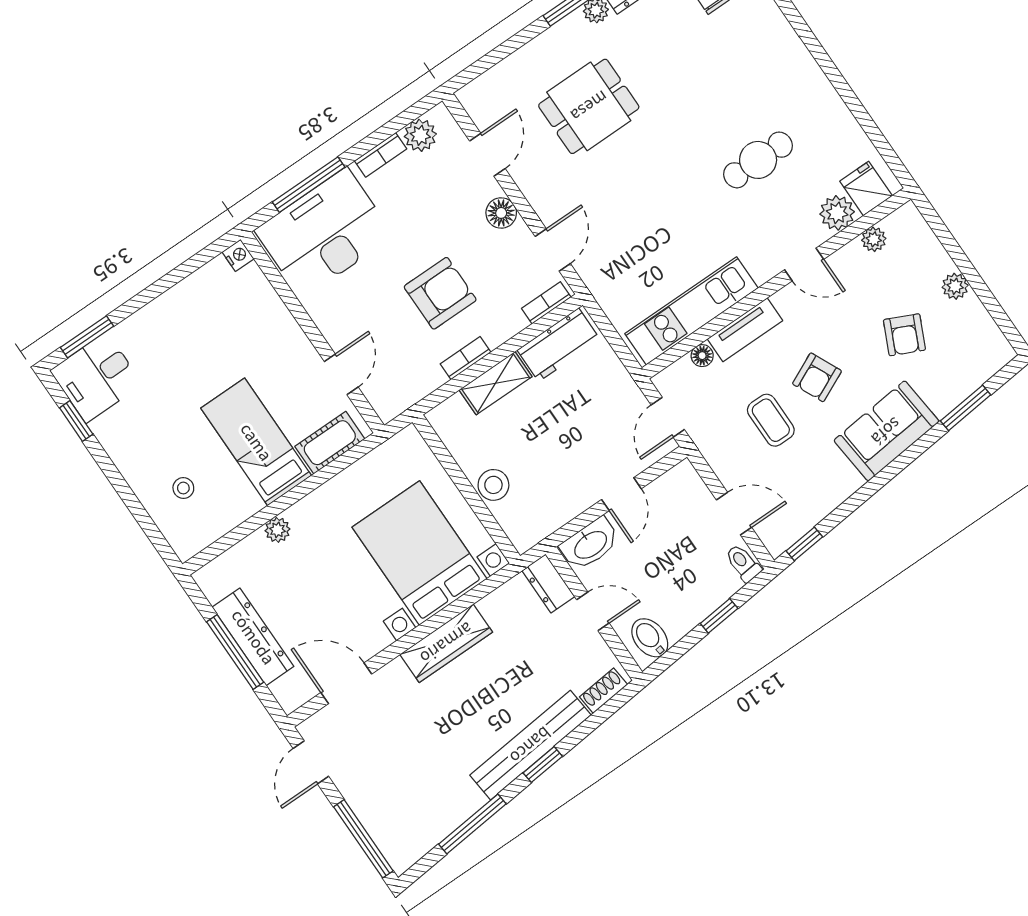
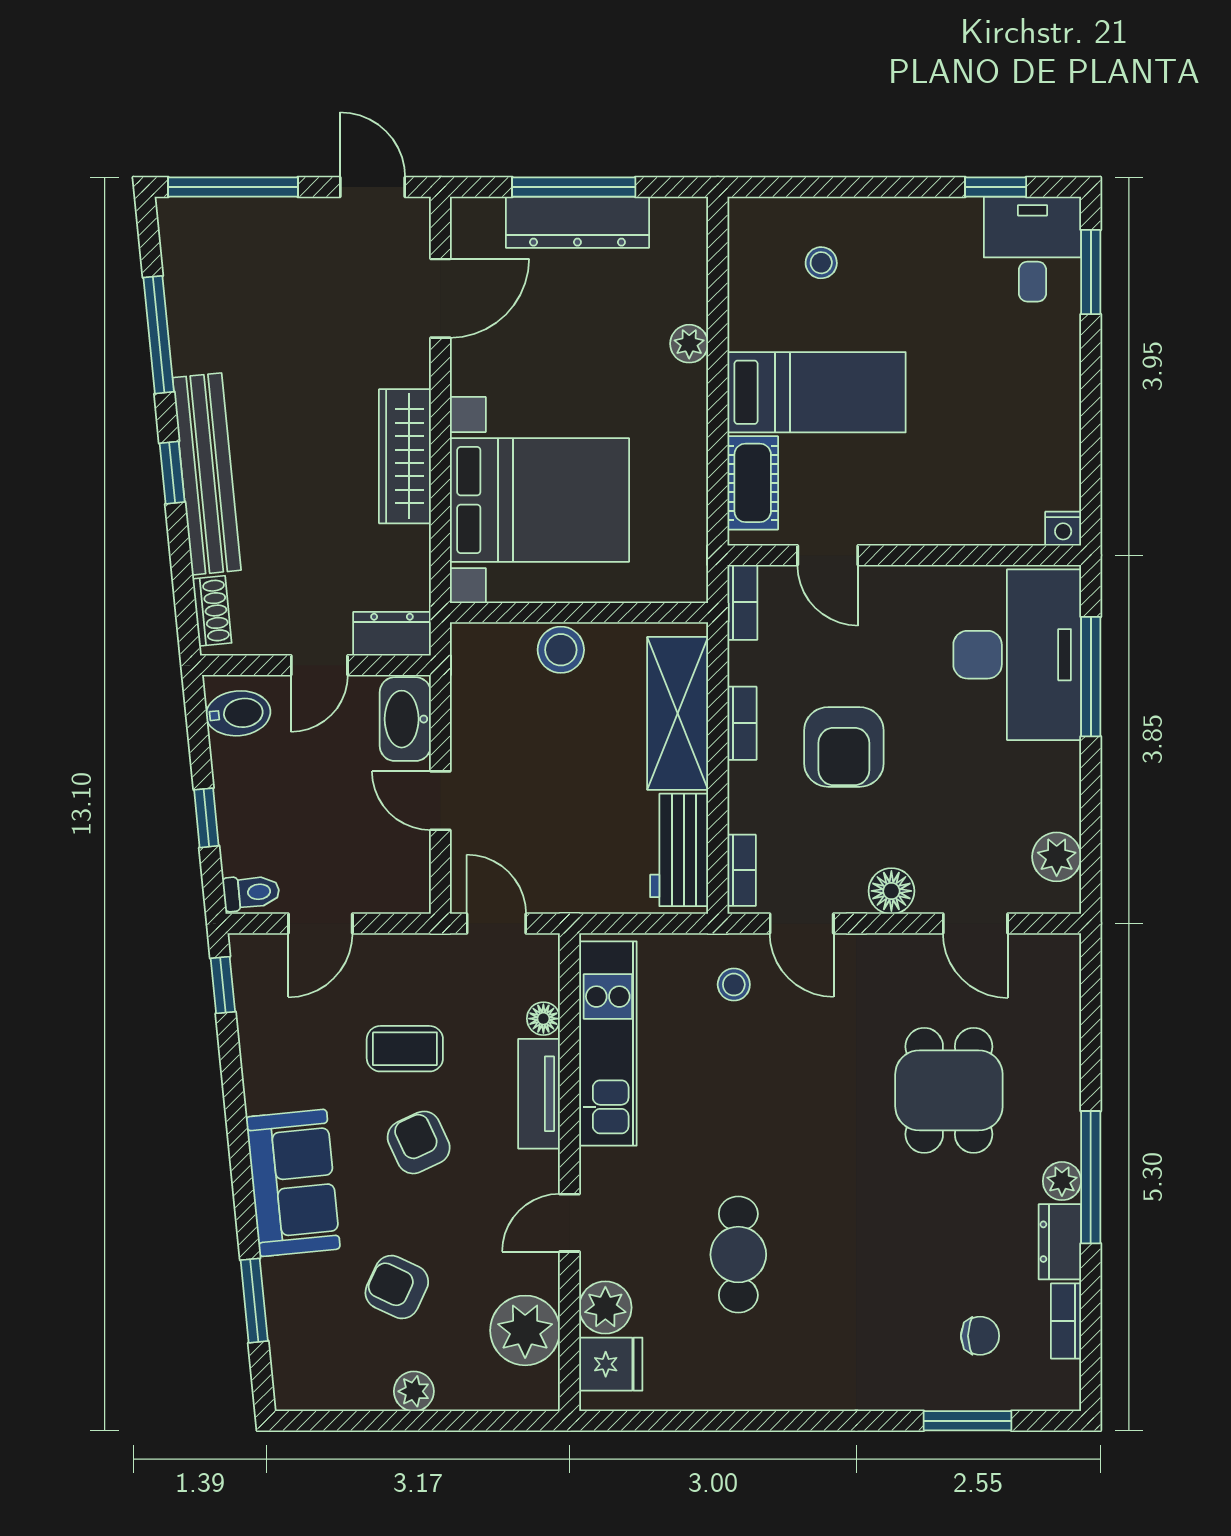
bookcase: (381, 155) -> (742, 602), moved, turned 180
plant: (874, 239) -> (525, 1330), width x1.87, depth x1.87
stool: (612, 264) -> (734, 985), added
shelving: (495, 383) -> (678, 713), width x1.50, depth x1.33

